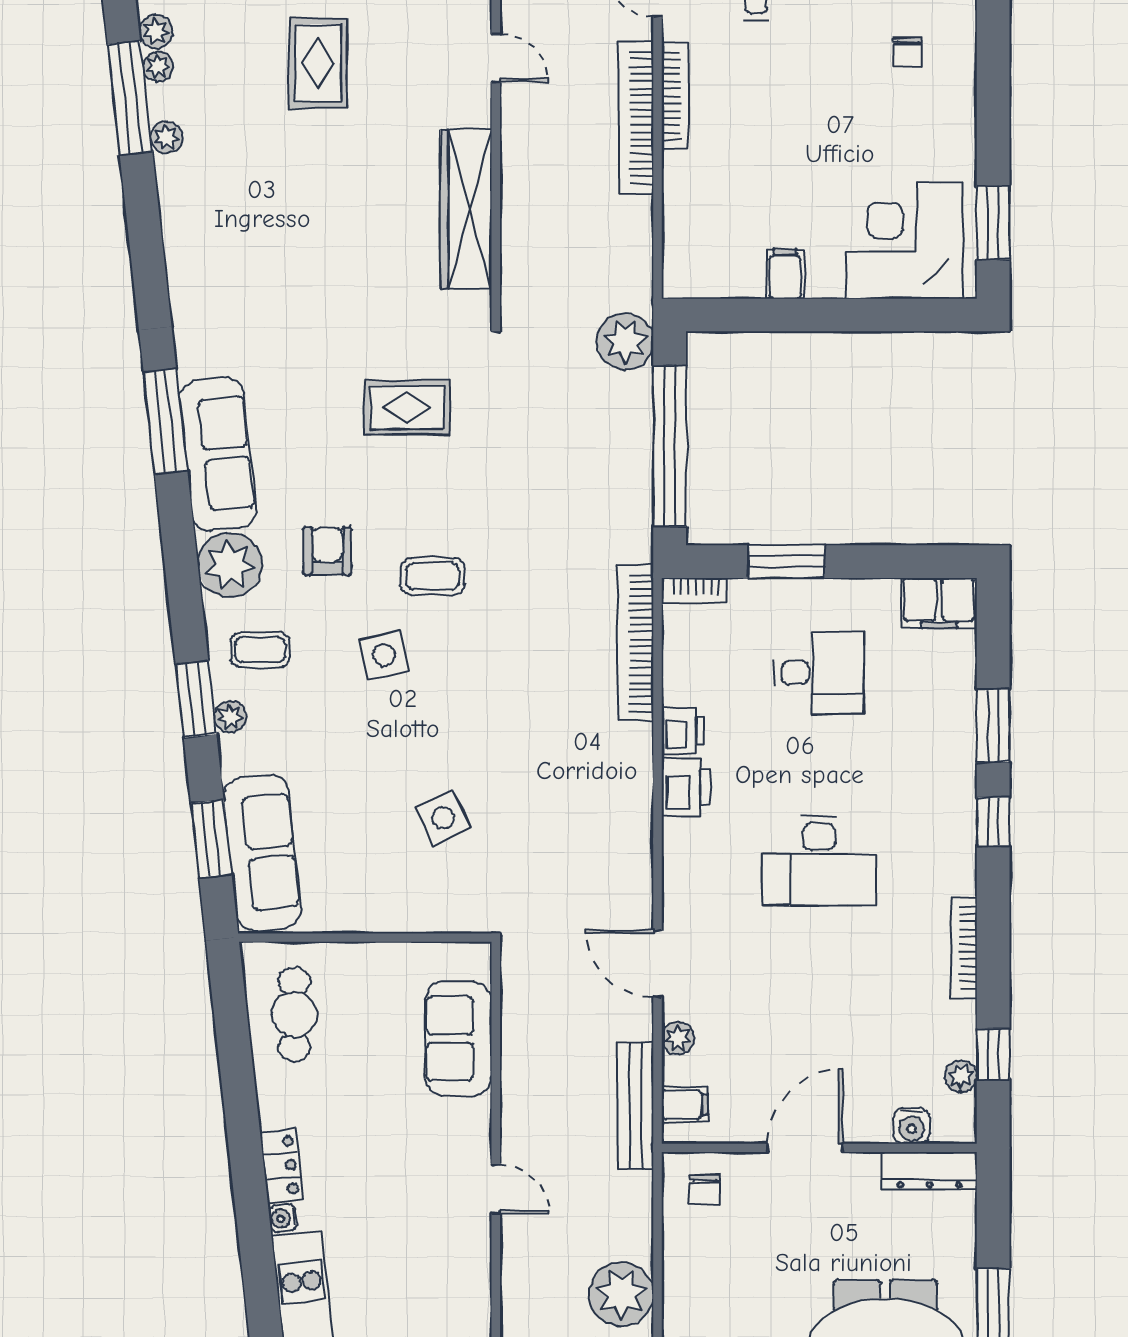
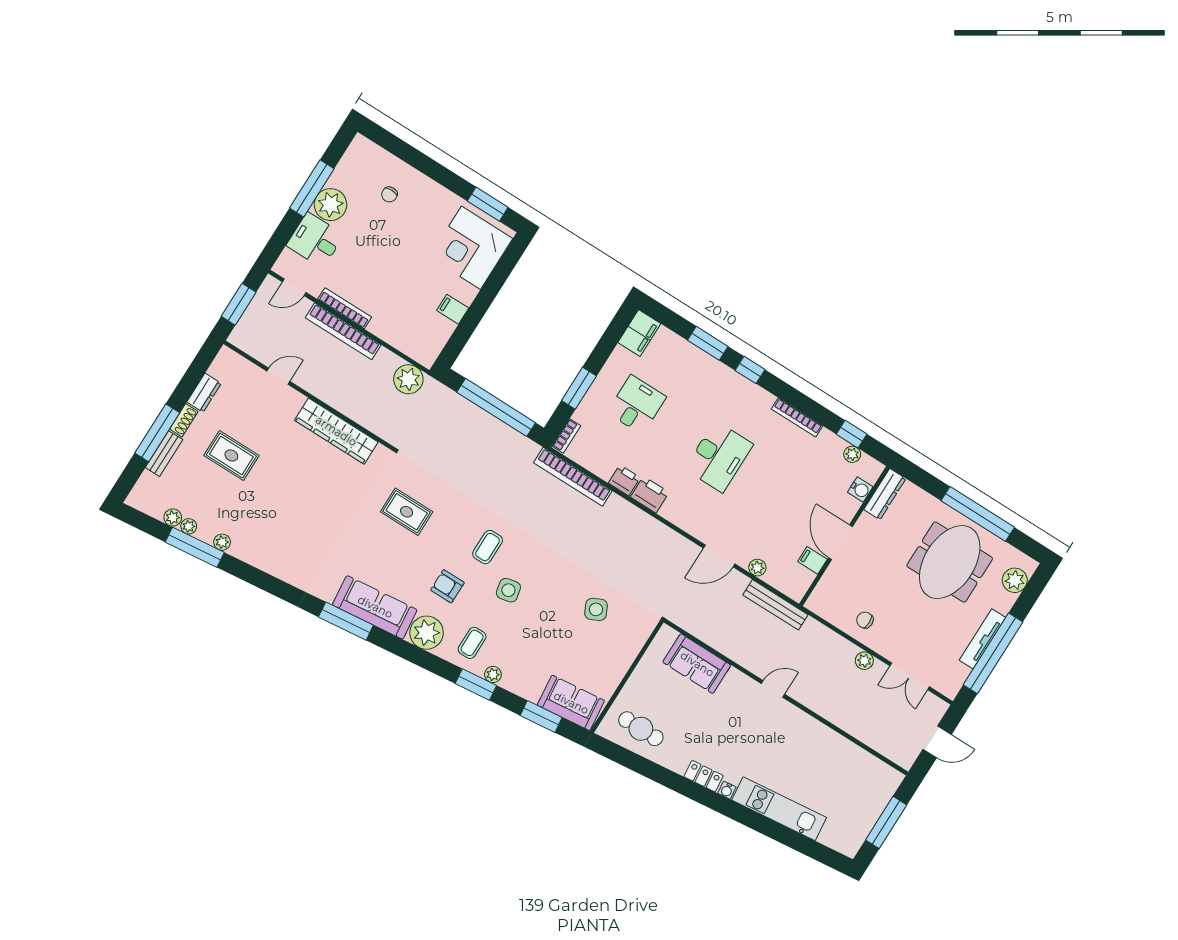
chair: (907, 52) -> (389, 194), turned 90
plant: (625, 341) -> (408, 379), moved
rug: (407, 407) -> (407, 512), turned 90
sofa: (262, 853) -> (571, 703), width x0.73
filing cabinet: (685, 1105) -> (812, 560), moved, turned -90
chair: (705, 1190) -> (865, 620), moved, turned 180
plant: (621, 1294) -> (864, 661), width x0.53, depth x0.53

